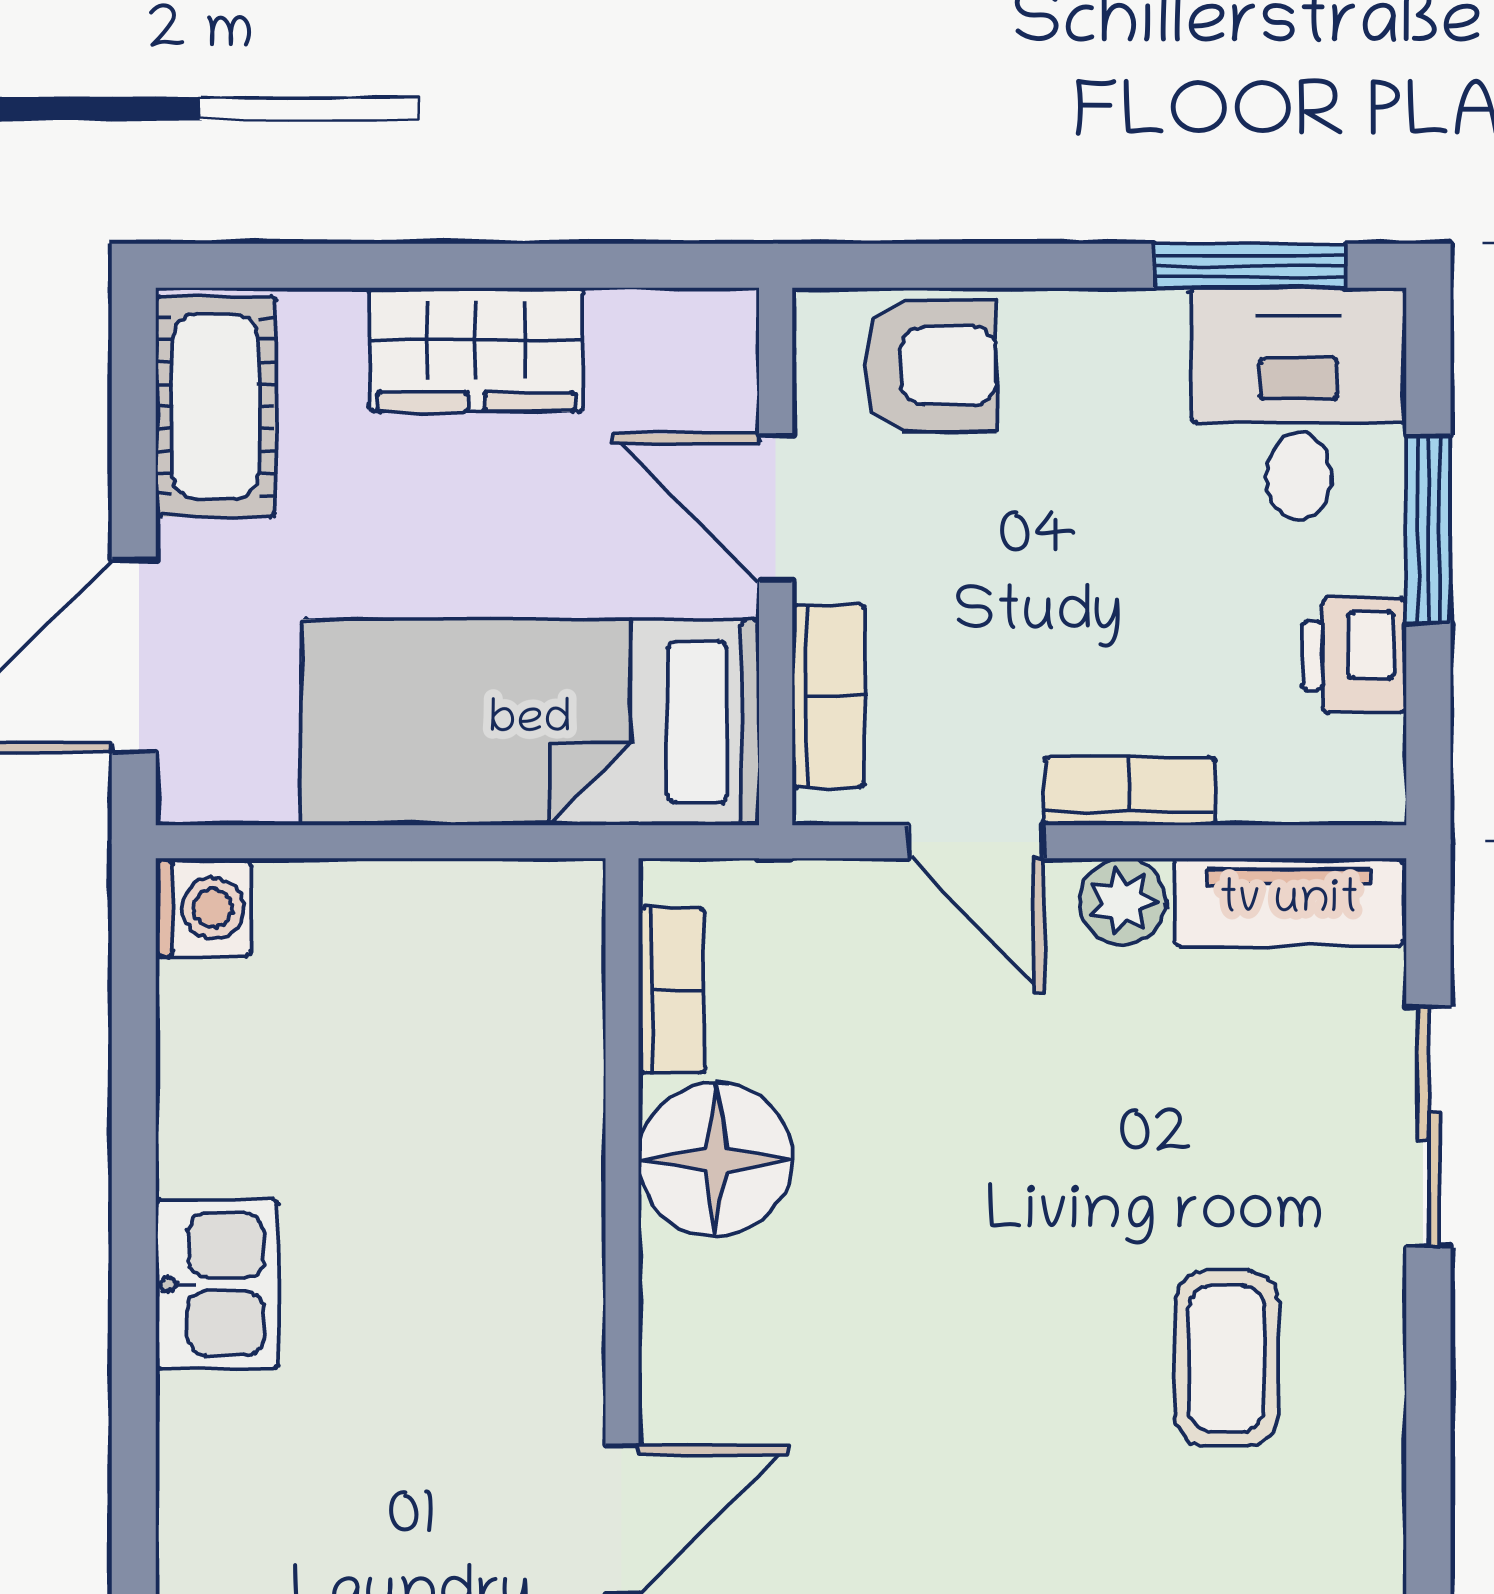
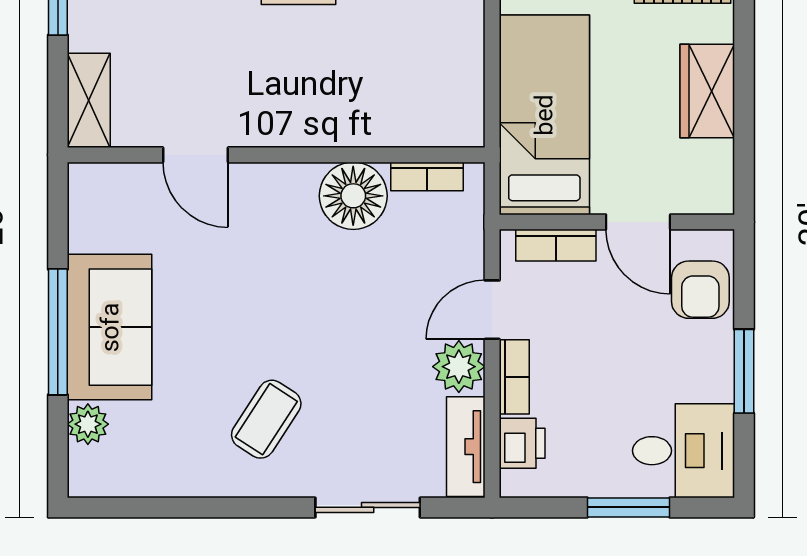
window: (1250, 266) -> (744, 371), moved
door: (776, 508) -> (638, 222), swing flipped
printer: (1354, 655) -> (522, 443), moved, turned 90
plant: (1123, 902) -> (459, 367), width x1.38, depth x1.38
coffee table: (1227, 1358) -> (266, 419), turned -57

